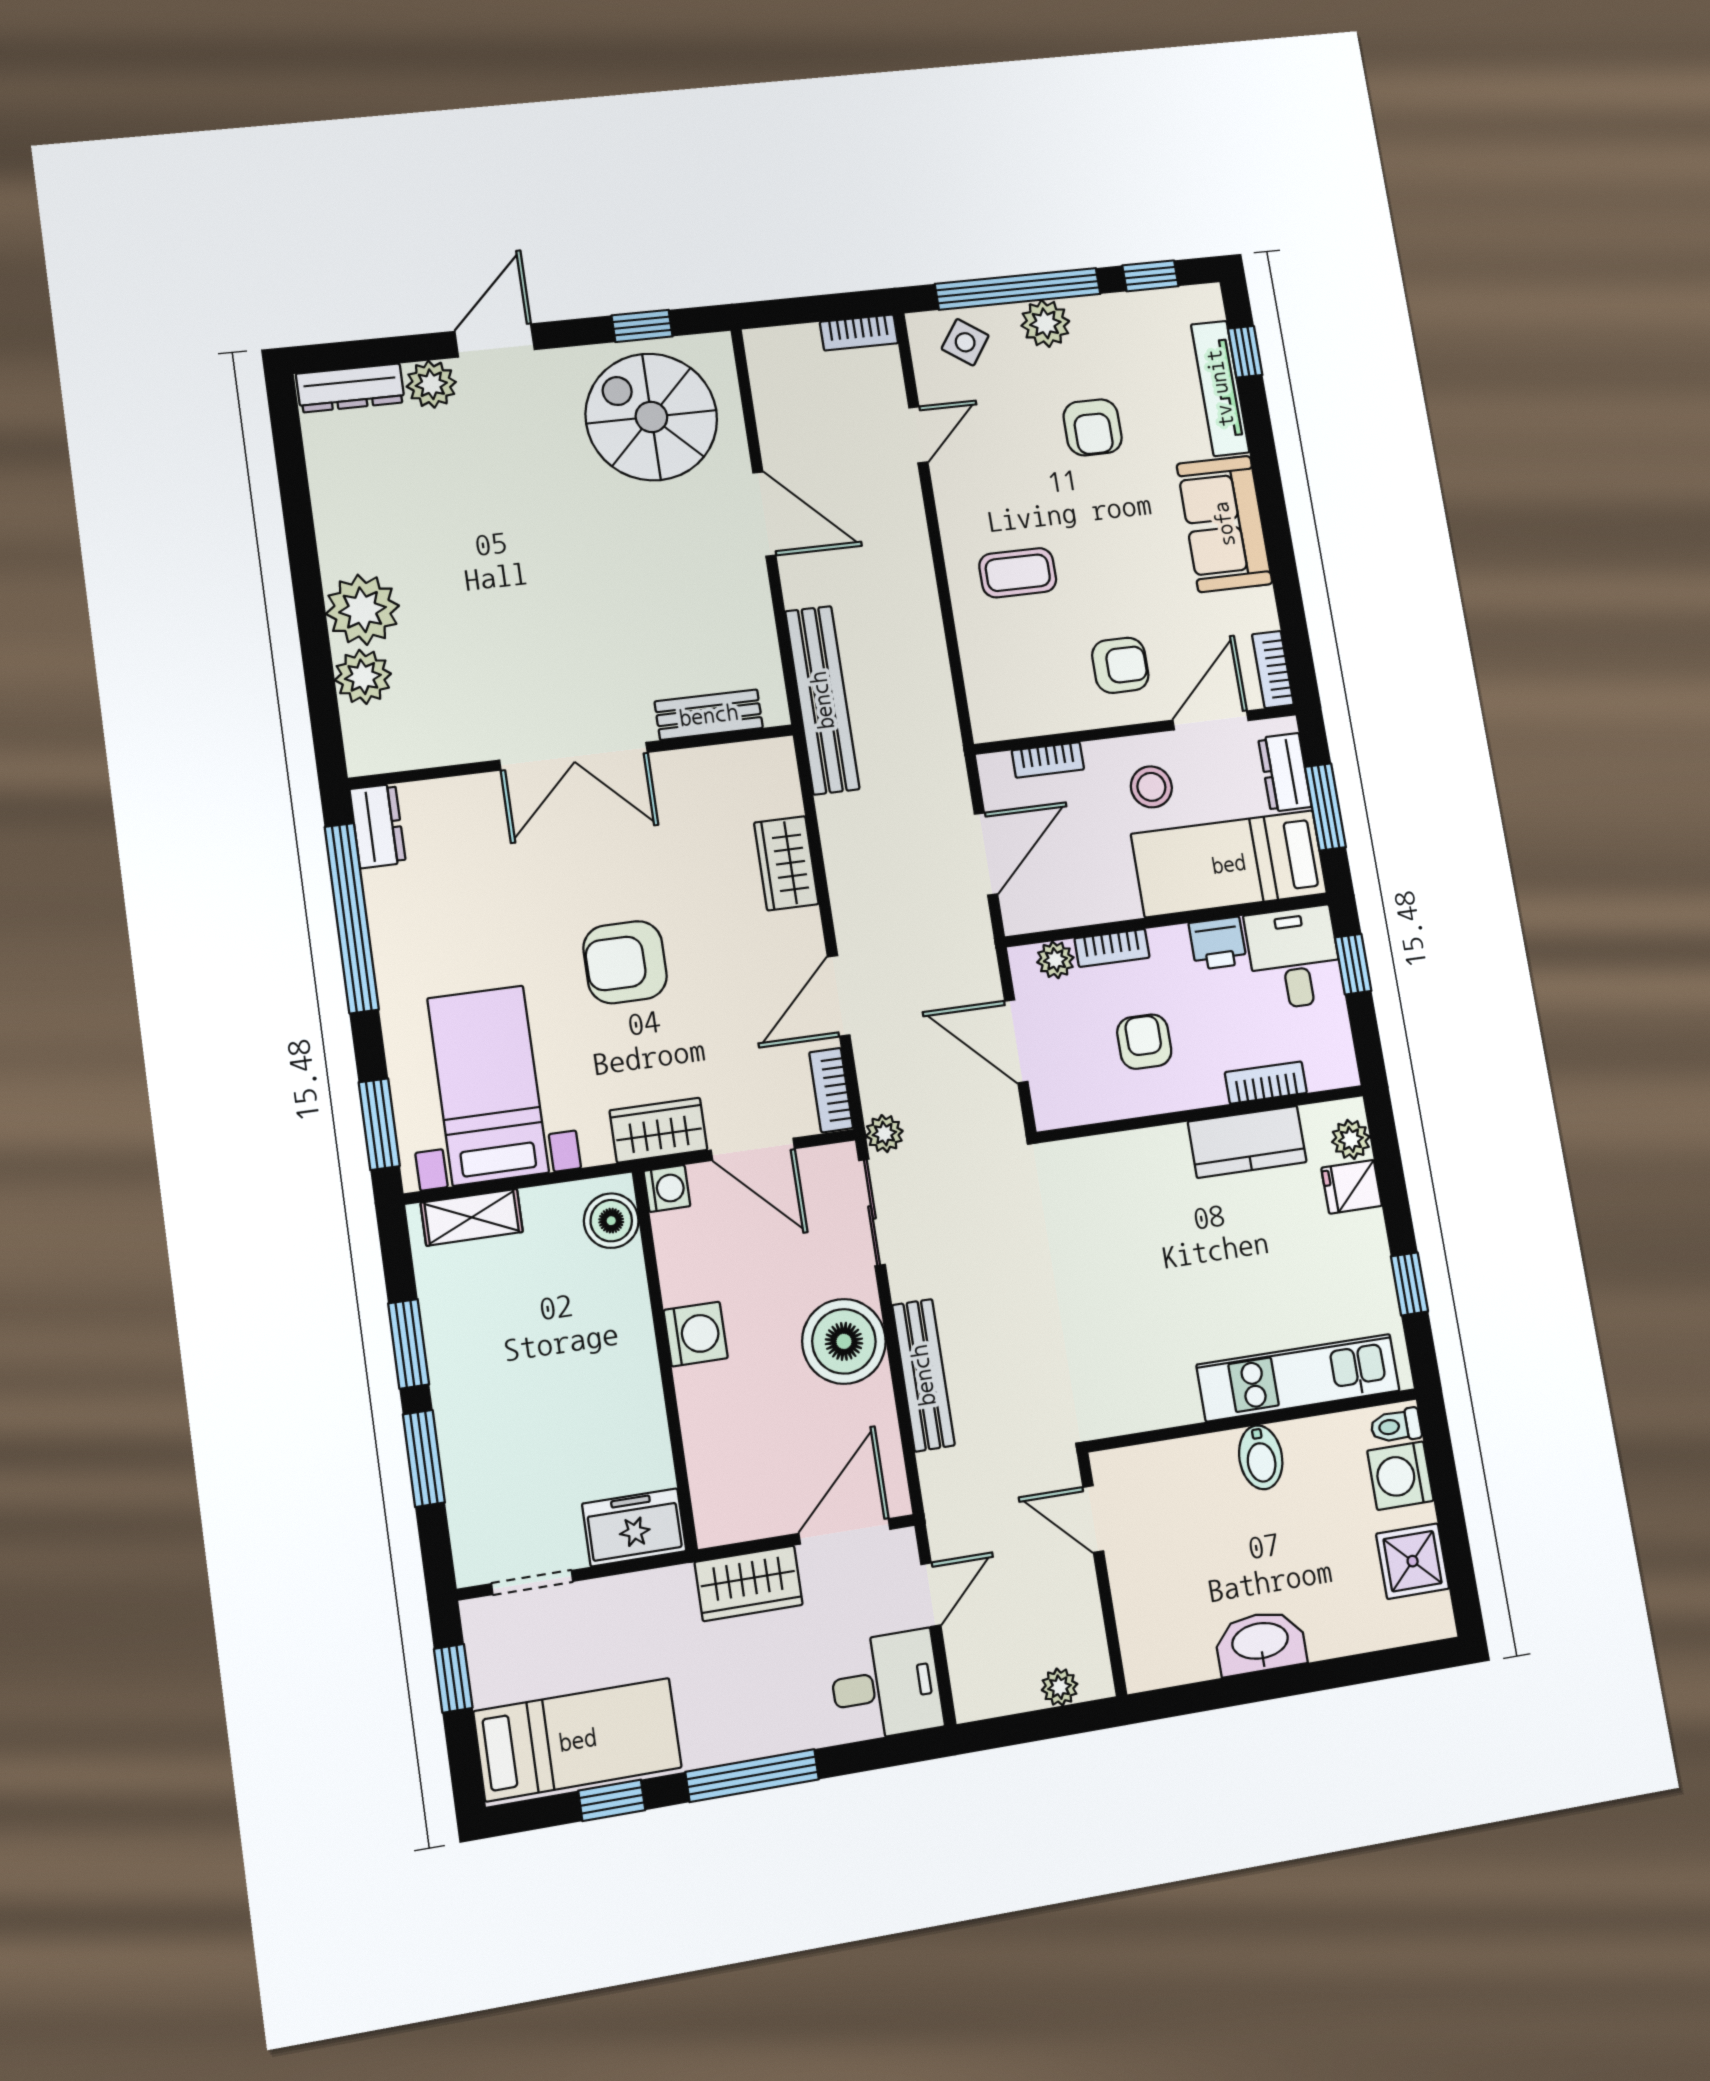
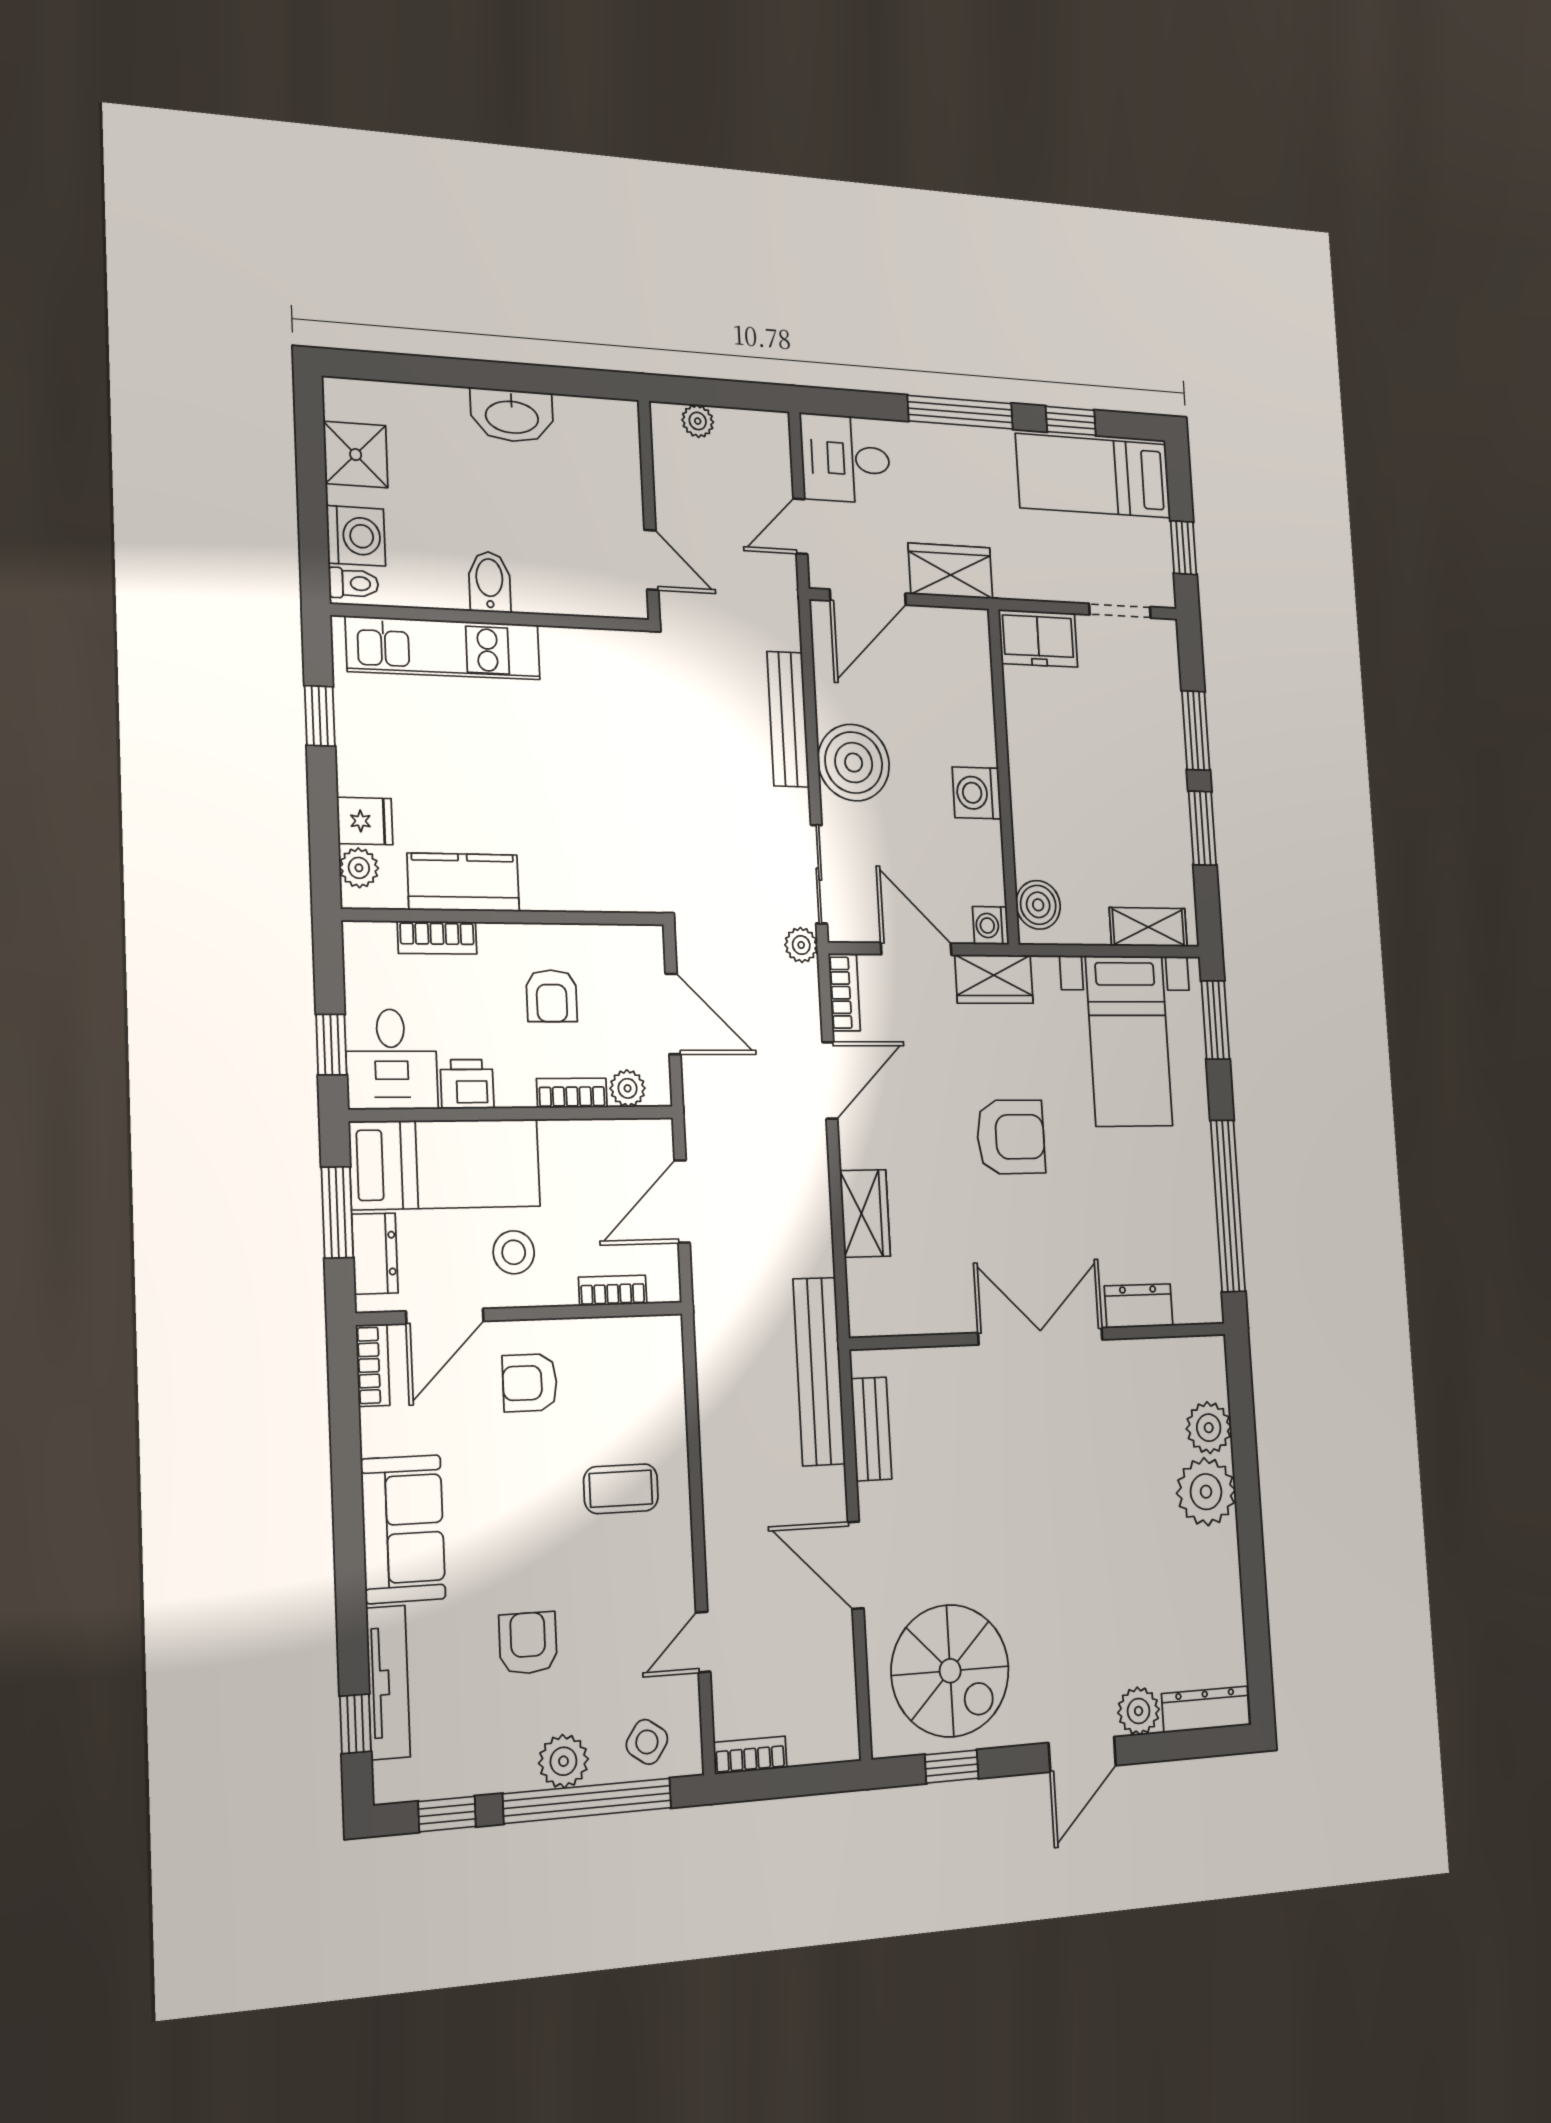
bench: (709, 715) -> (871, 1429), moved, turned 90
dresser: (378, 826) -> (1139, 1306), moved, turned 90

